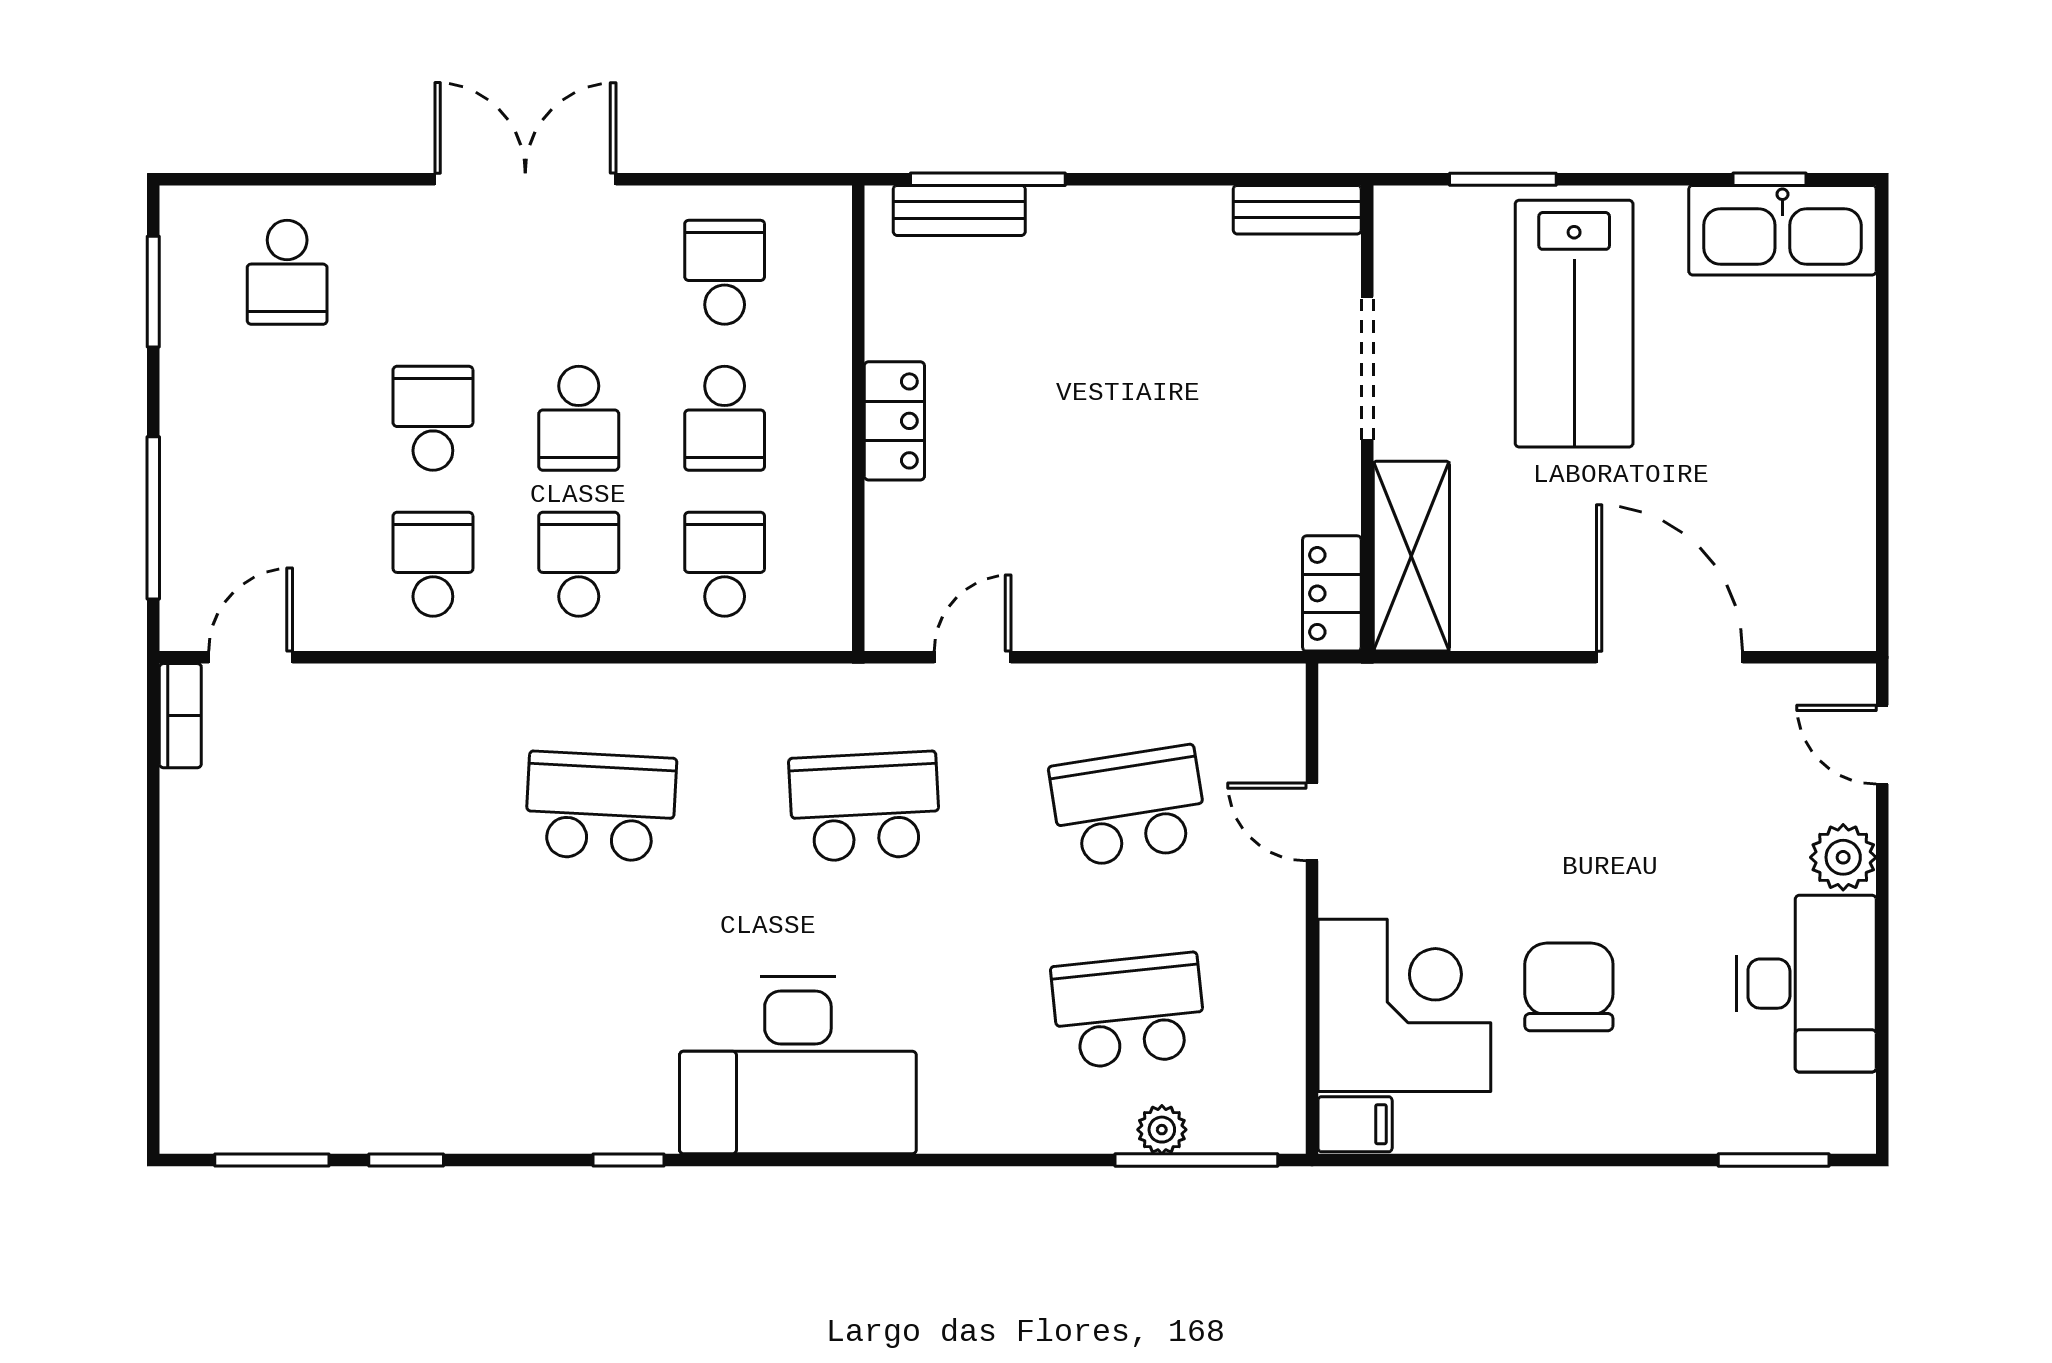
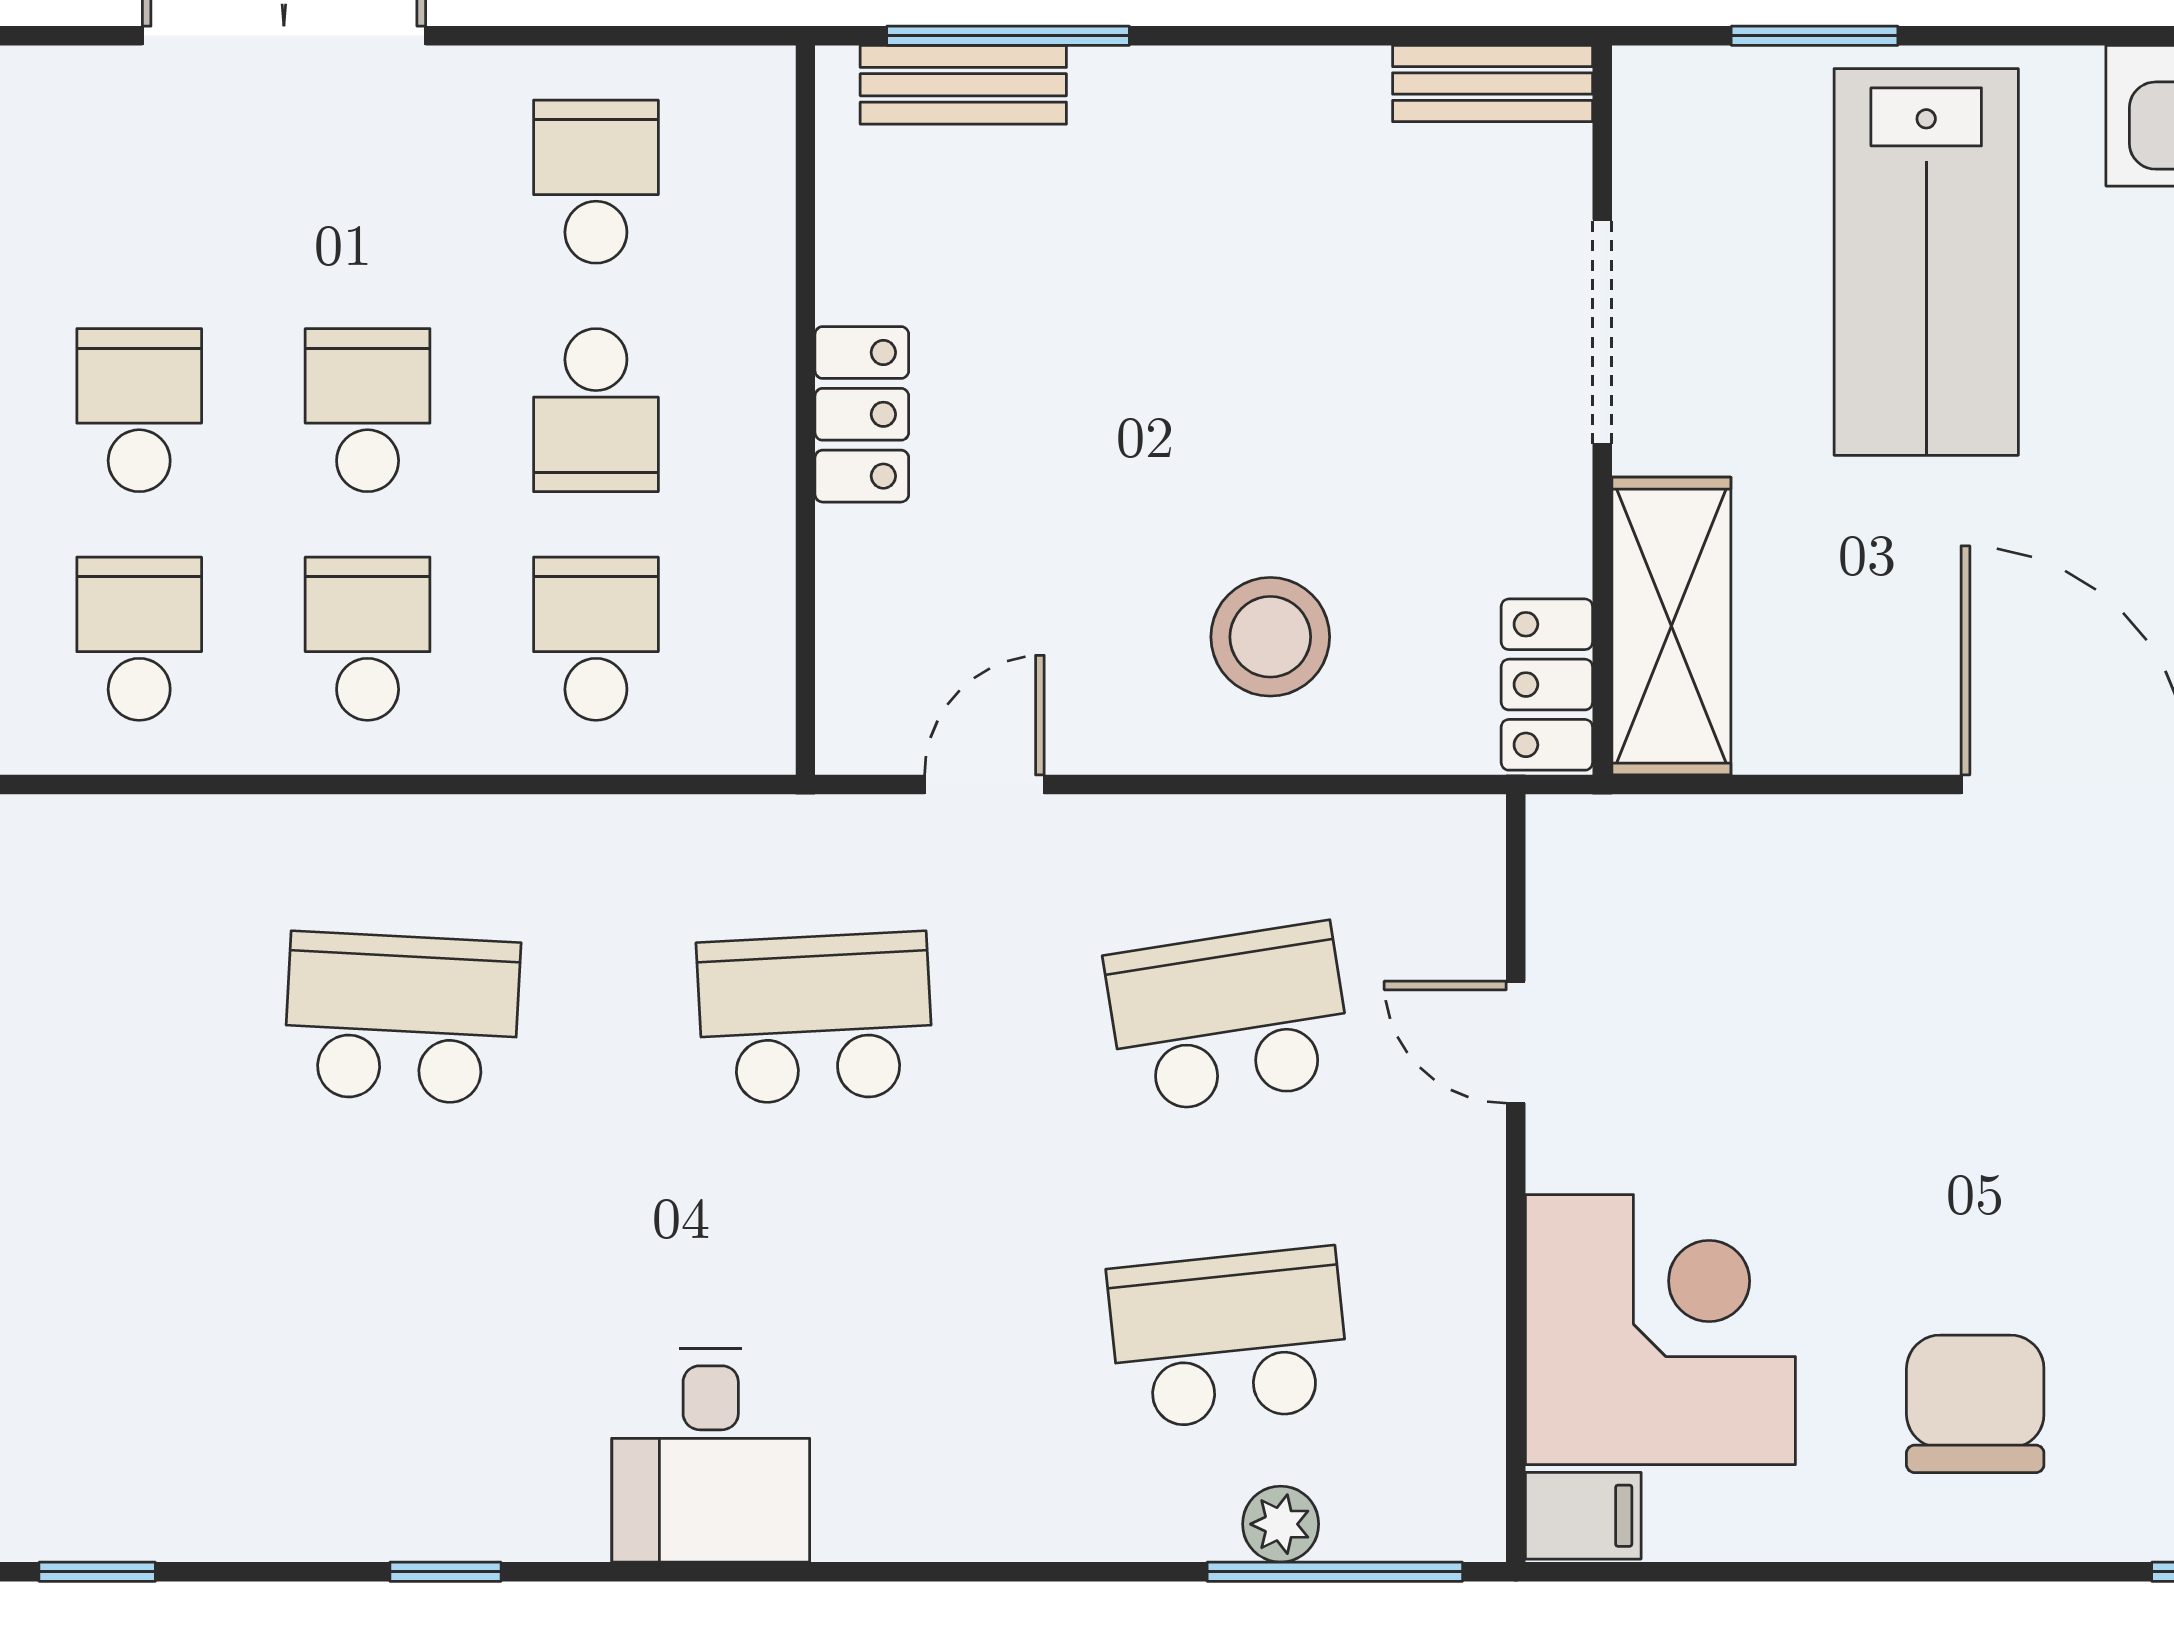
school desk: (579, 418) -> (368, 410), turned 180
stool: (1155, 563) -> (1270, 637), added
chair: (1569, 987) -> (1975, 1404), moved
desk: (798, 1065) -> (711, 1455), width x0.53, depth x0.77

